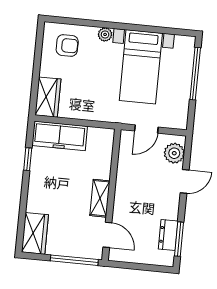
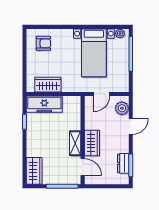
plant: (105, 34) -> (120, 33), moved
wardrobe: (48, 97) -> (48, 85), moved, turned -90
wardrobe: (125, 200) -> (92, 143), added

